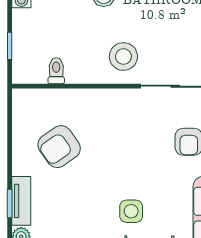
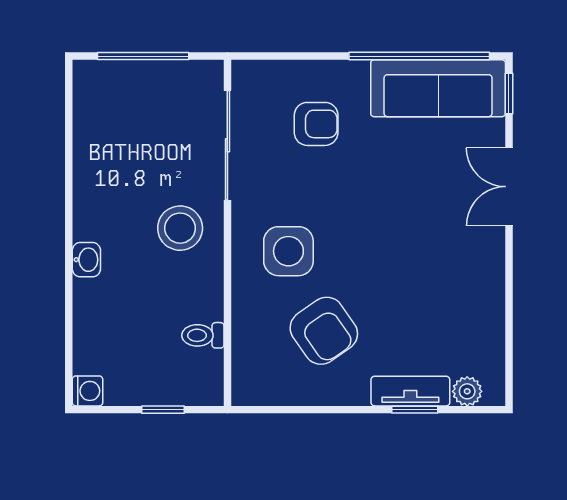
side table: (131, 211) -> (288, 251), moved, width x1.37, depth x1.37

